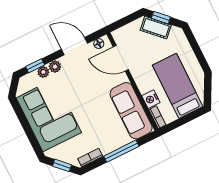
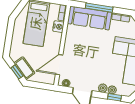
door: (121, 58) -> (59, 65), swing flipped
sofa: (131, 111) -> (90, 18), moved, turned 90

